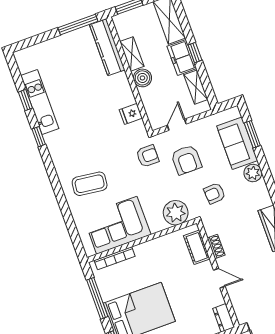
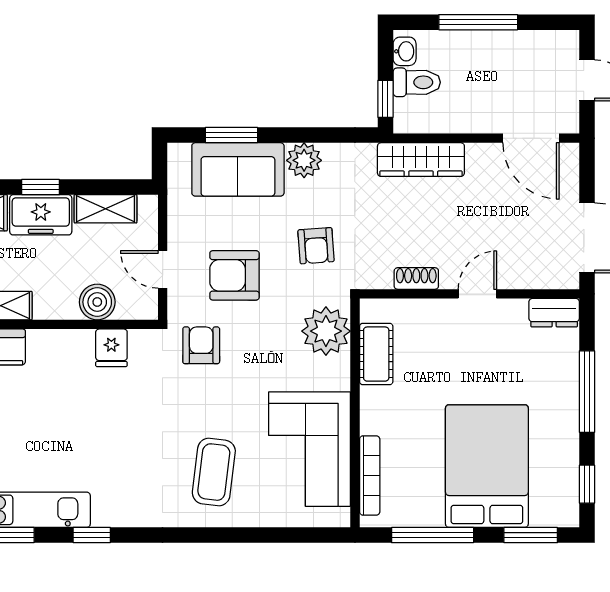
boiler: (142, 78) -> (97, 302), moved
armchair: (186, 160) -> (234, 275), turned 180
cot: (197, 247) -> (376, 354), moved, turned 90

